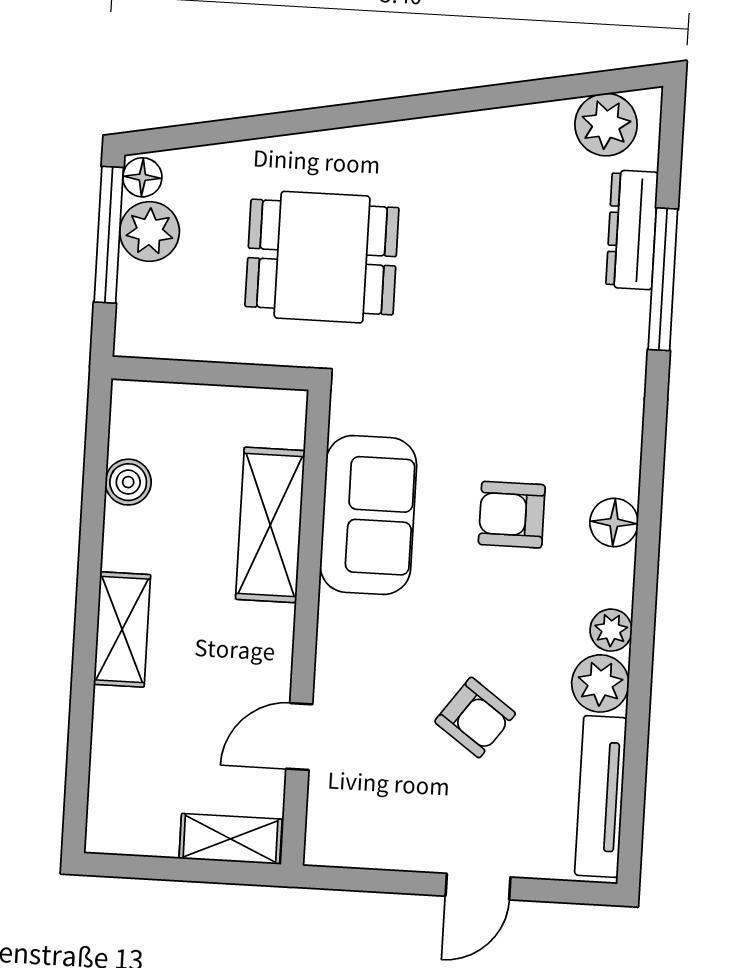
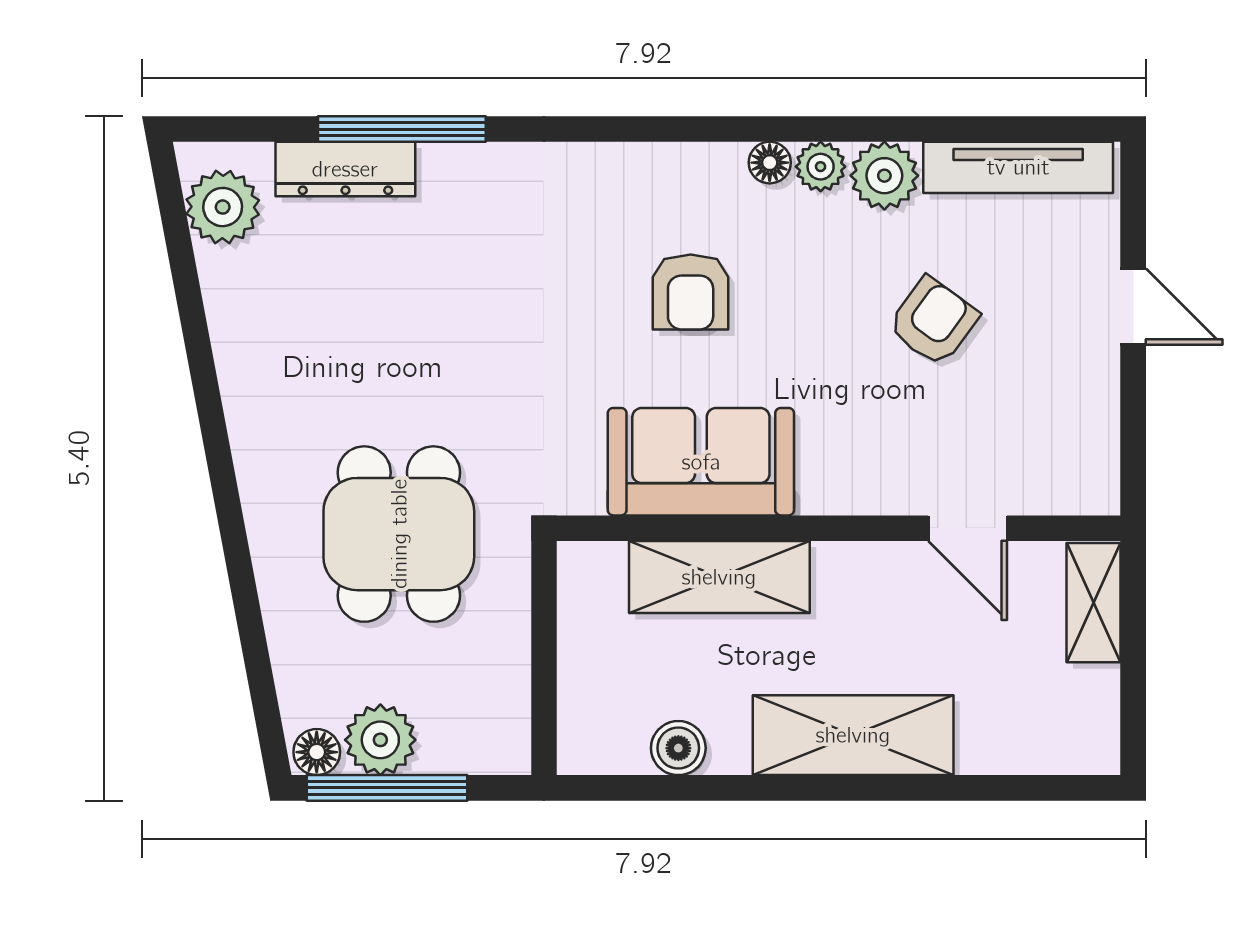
floor lamp: (614, 522) -> (770, 163), moved, width x0.73, depth x0.73
shelving: (122, 629) -> (853, 735), width x1.50, depth x1.33

